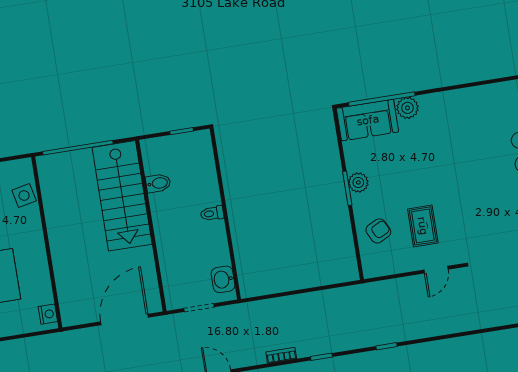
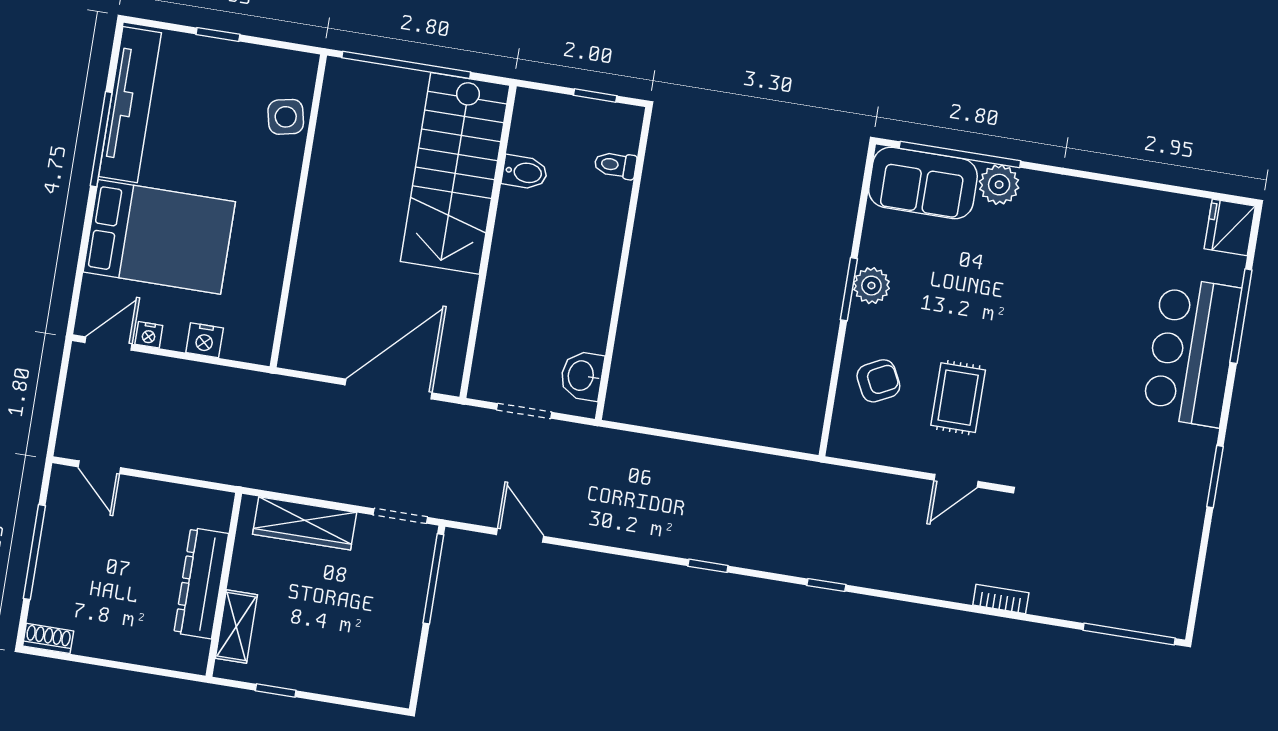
toilet: (212, 213) -> (615, 165), moved
nightstand: (48, 314) -> (205, 340), moved, turned 90
bookcase: (281, 355) -> (1001, 599), moved

